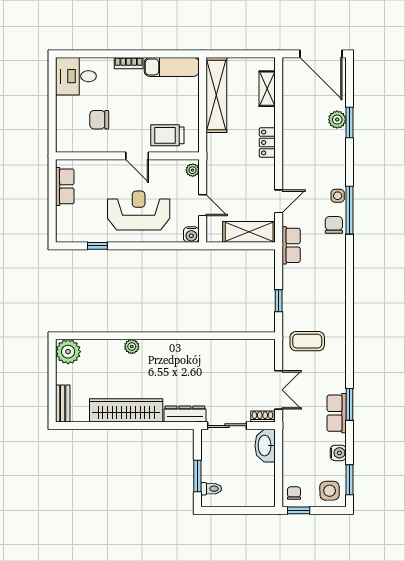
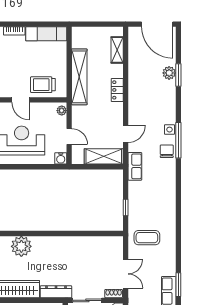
shelving: (216, 95) -> (79, 77), moved
plant: (132, 347) -> (21, 246), width x1.87, depth x1.87

